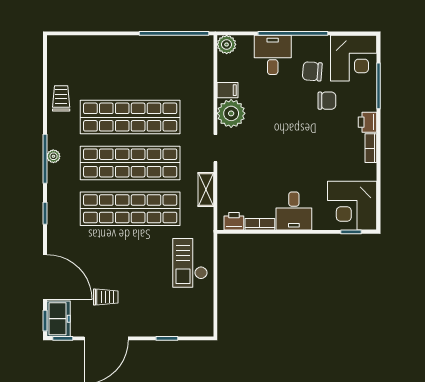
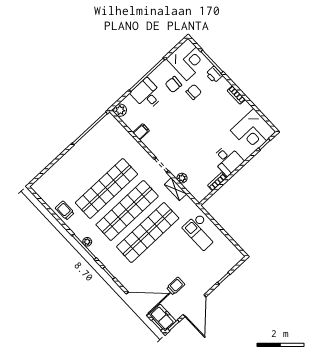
plant: (231, 113) -> (182, 178), moved, width x0.53, depth x0.53
printer: (368, 122) -> (214, 75), moved
printer: (234, 221) -> (203, 192), removed

